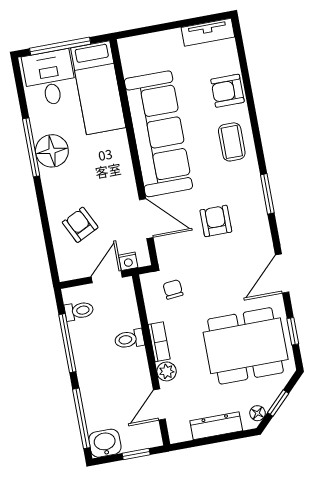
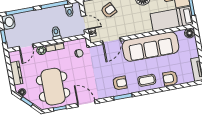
floor lamp: (129, 49) -> (190, 33), added
armchair: (227, 91) -> (170, 78), turned -90
armchair: (216, 221) -> (120, 83), moved
door: (159, 405) -> (26, 47), swing flipped

